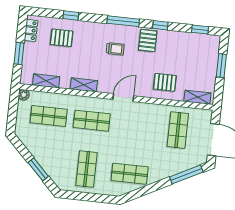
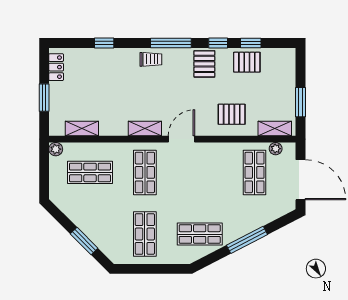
window: (200, 30) -> (251, 43), moved
pallet: (62, 38) -> (247, 62), moved
trolley: (115, 49) -> (151, 59), moved
window: (221, 66) -> (300, 102), moved
shelving: (84, 85) -> (145, 128), moved
plant: (196, 113) -> (276, 149), added
shop shelf: (92, 121) -> (145, 172), turned 90
window: (186, 174) -> (247, 240), moved

